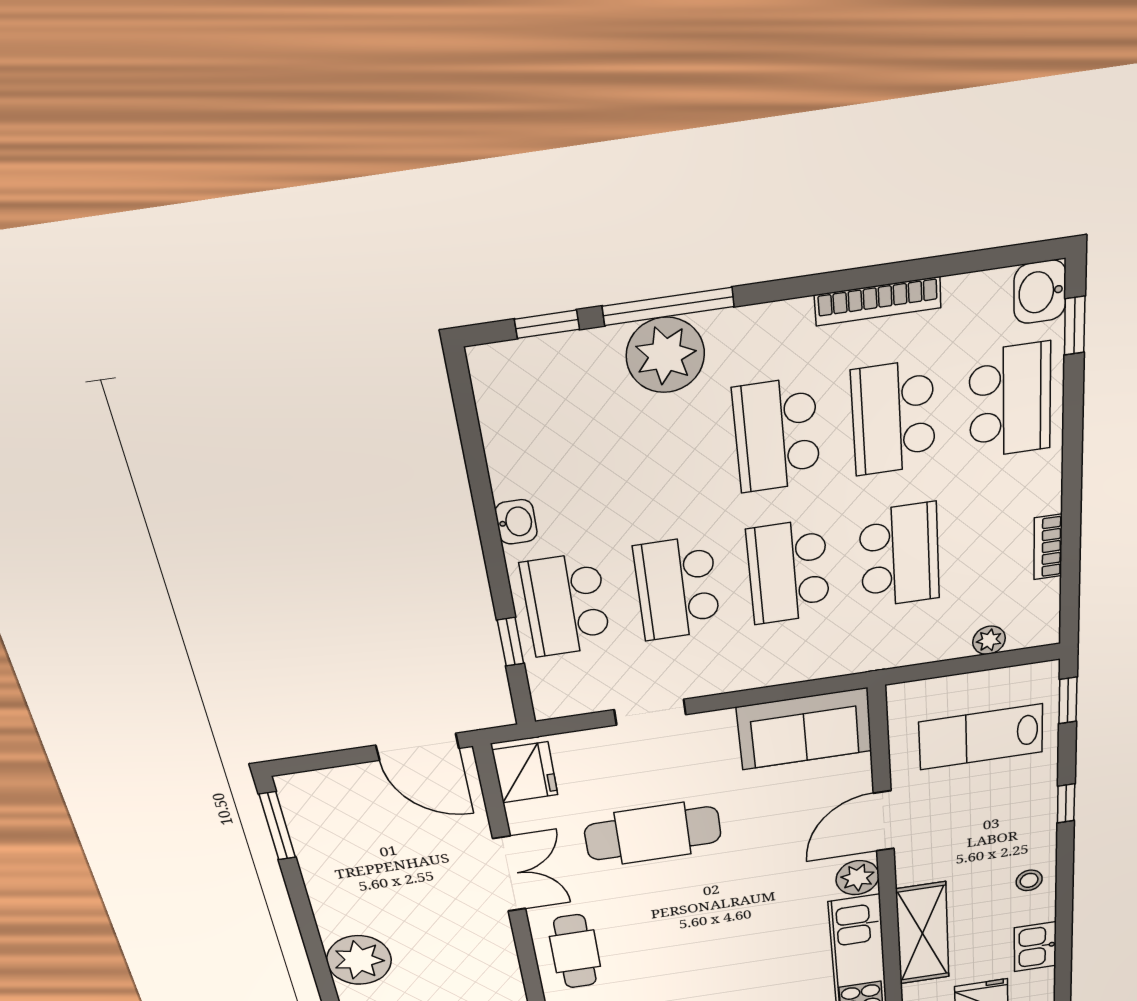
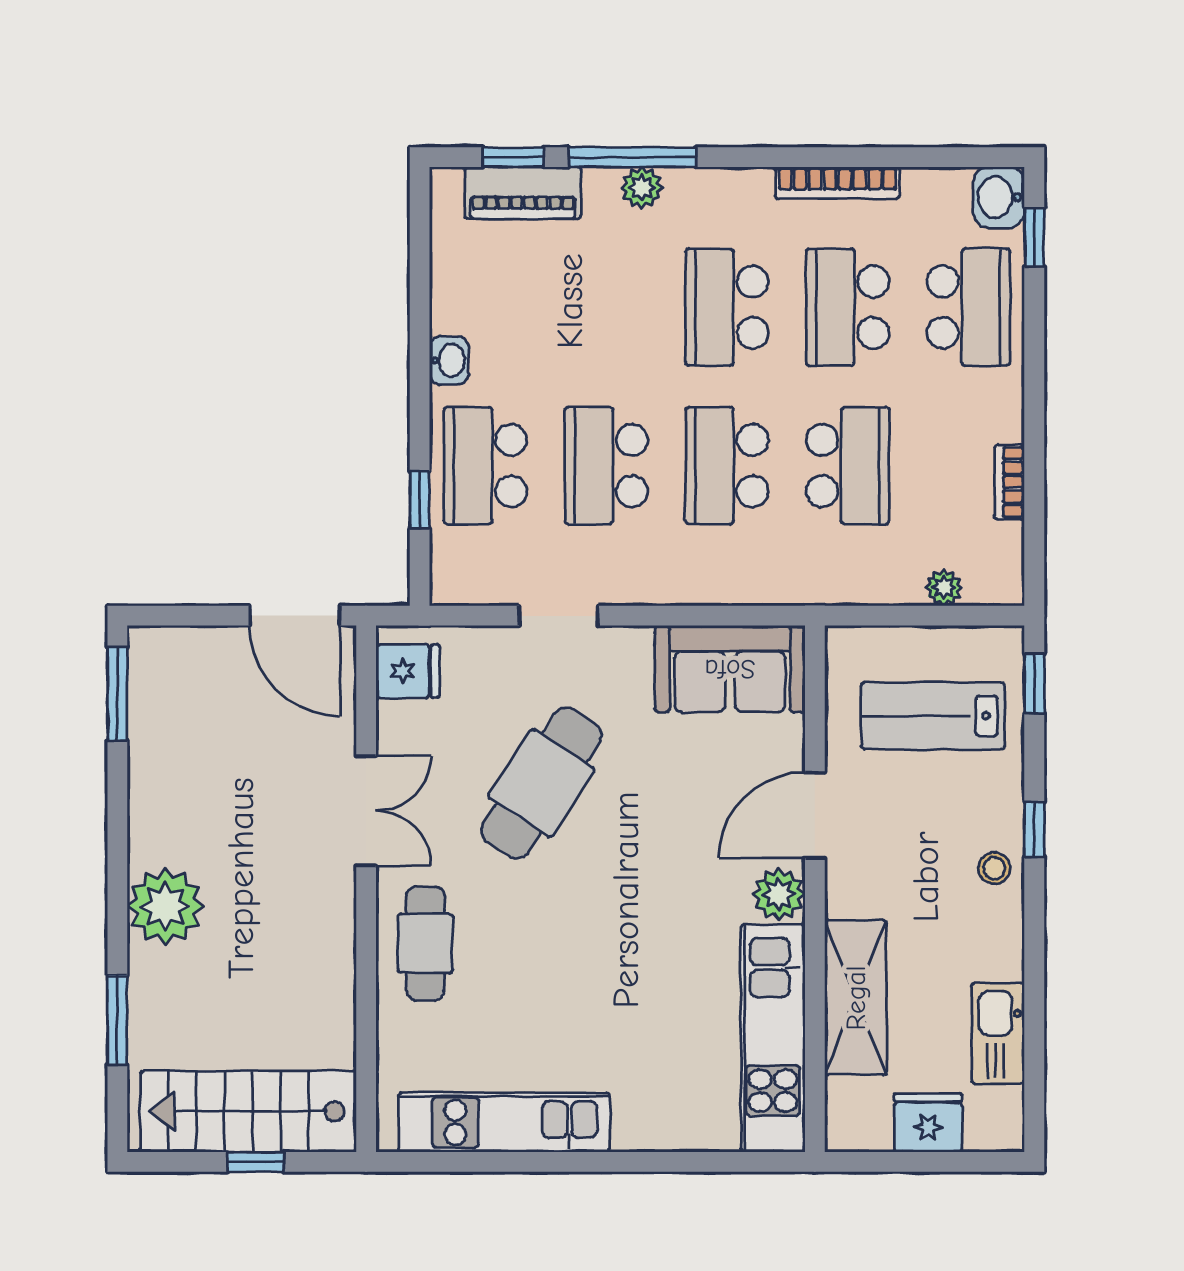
plant: (665, 355) -> (642, 188), width x0.53, depth x0.53
piano: (563, 358) -> (523, 193), added
fridge: (525, 772) -> (408, 671), width x0.72
cafe table: (653, 833) -> (541, 783), turned -57
stool: (1029, 880) -> (994, 868), moved
kitchen sink: (1035, 947) -> (998, 1033), width x1.38

